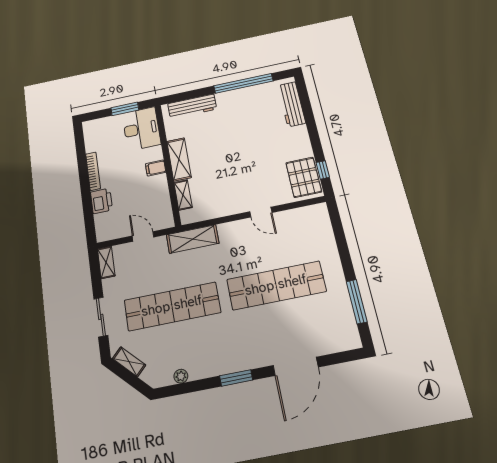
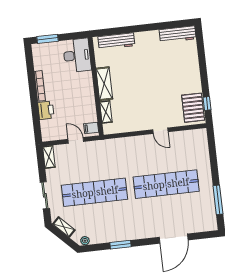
window: (243, 83) -> (156, 26), removed
workbench: (292, 104) -> (178, 34), moved, turned -90
window: (125, 109) -> (48, 39), moved
filing cabinet: (156, 168) -> (91, 128), moved
shelving: (193, 239) -> (111, 146), removed
plant: (181, 376) -> (85, 241), moved
window: (236, 378) -> (121, 245), moved

